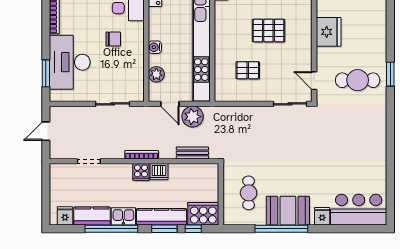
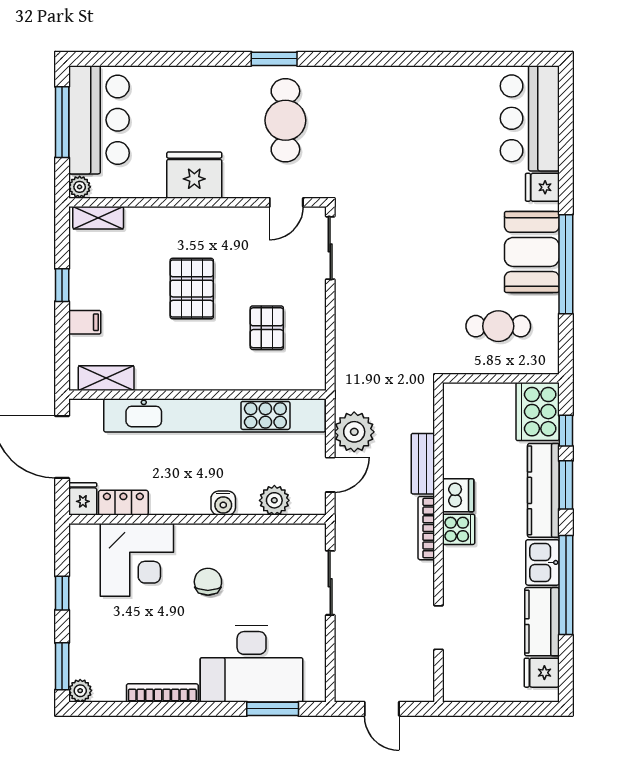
bench: (192, 153) -> (423, 464), moved

